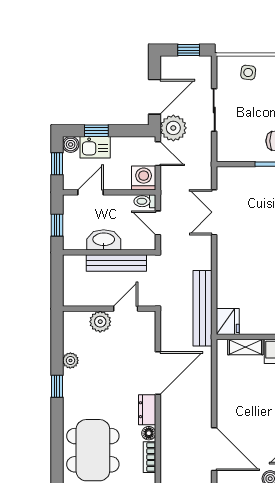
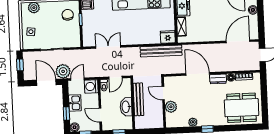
kitchen sink: (95, 147) -> (75, 103), moved
double door: (214, 212) -> (108, 47), swing flipped

